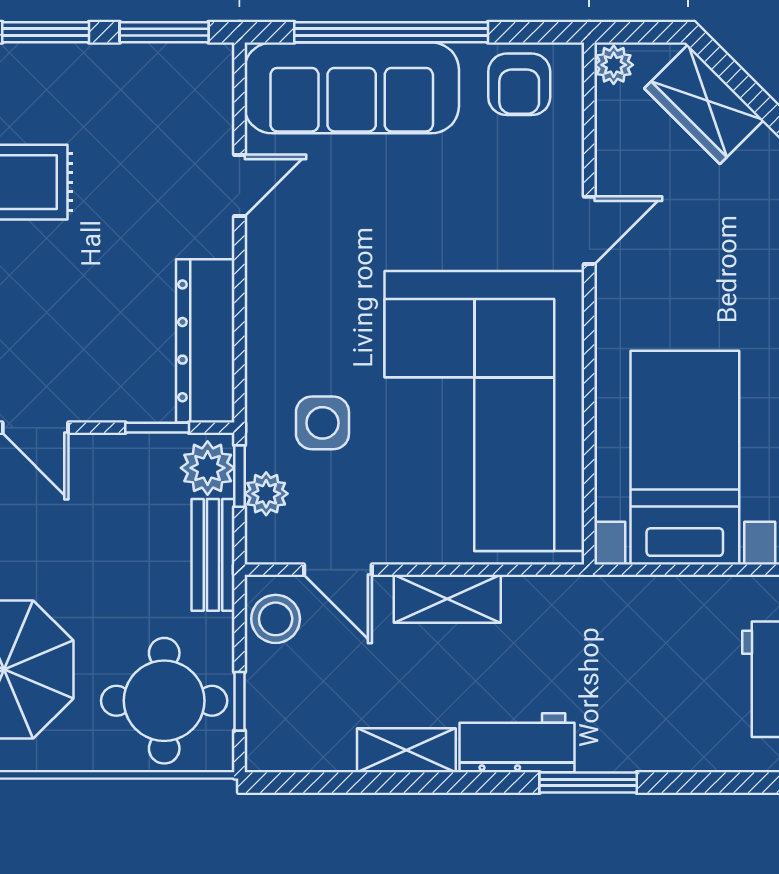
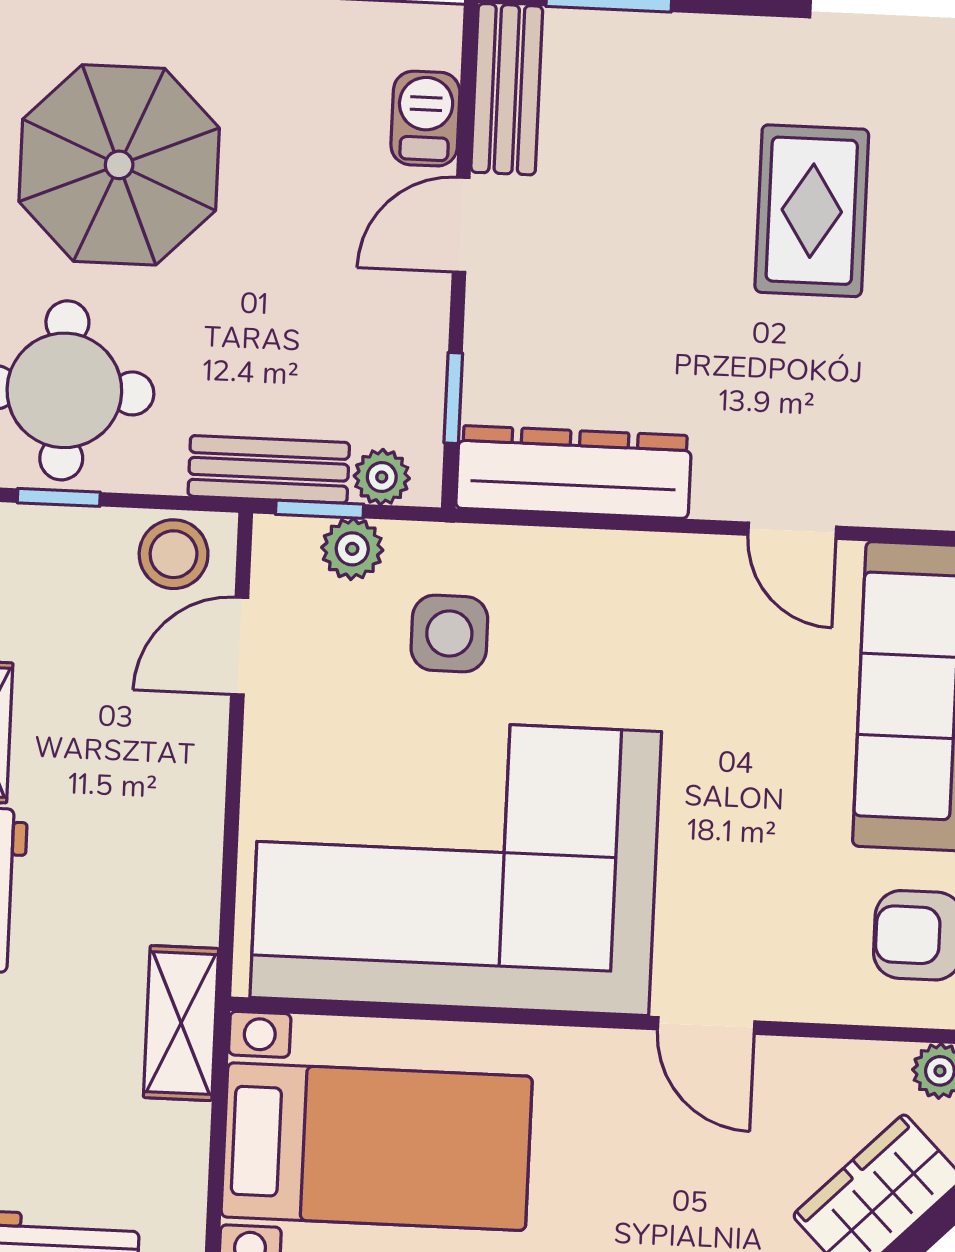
plant: (208, 468) -> (382, 477), width x0.73, depth x0.73
window: (239, 476) -> (320, 509), moved
shelving: (447, 599) -> (181, 1023), moved

